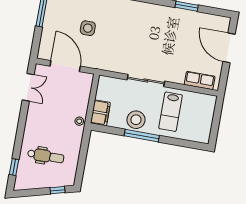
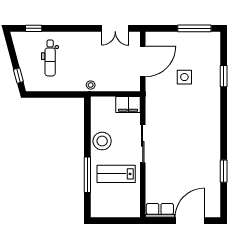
row of seats: (200, 80) -> (160, 210), moved, turned -90
filing cabinet: (100, 113) -> (128, 105), moved
window: (142, 136) -> (87, 175), moved

